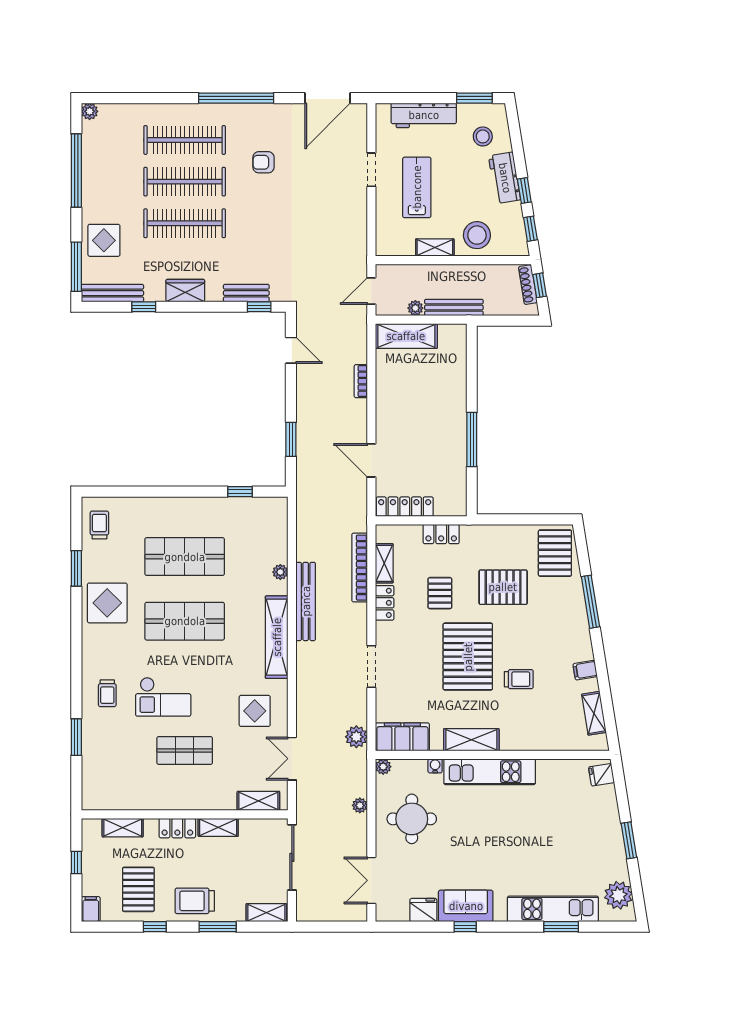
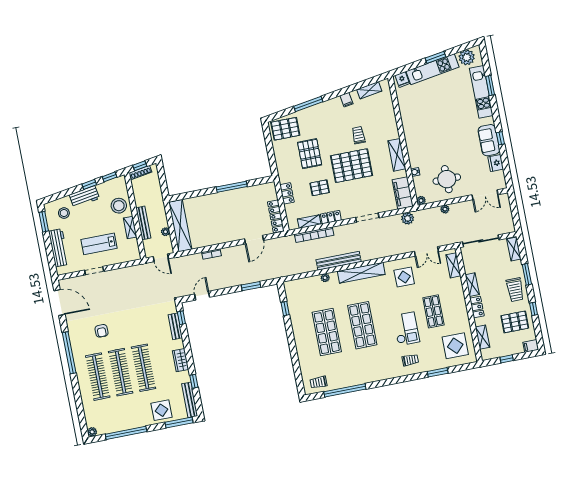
bench: (454, 307) -> (143, 223), moved
shelving: (406, 336) -> (180, 226), width x1.47
window: (76, 568) -> (345, 390), width x2.11
display table: (107, 603) -> (455, 346), moved
kitchen unit: (490, 772) -> (433, 69), moved, turned 81

